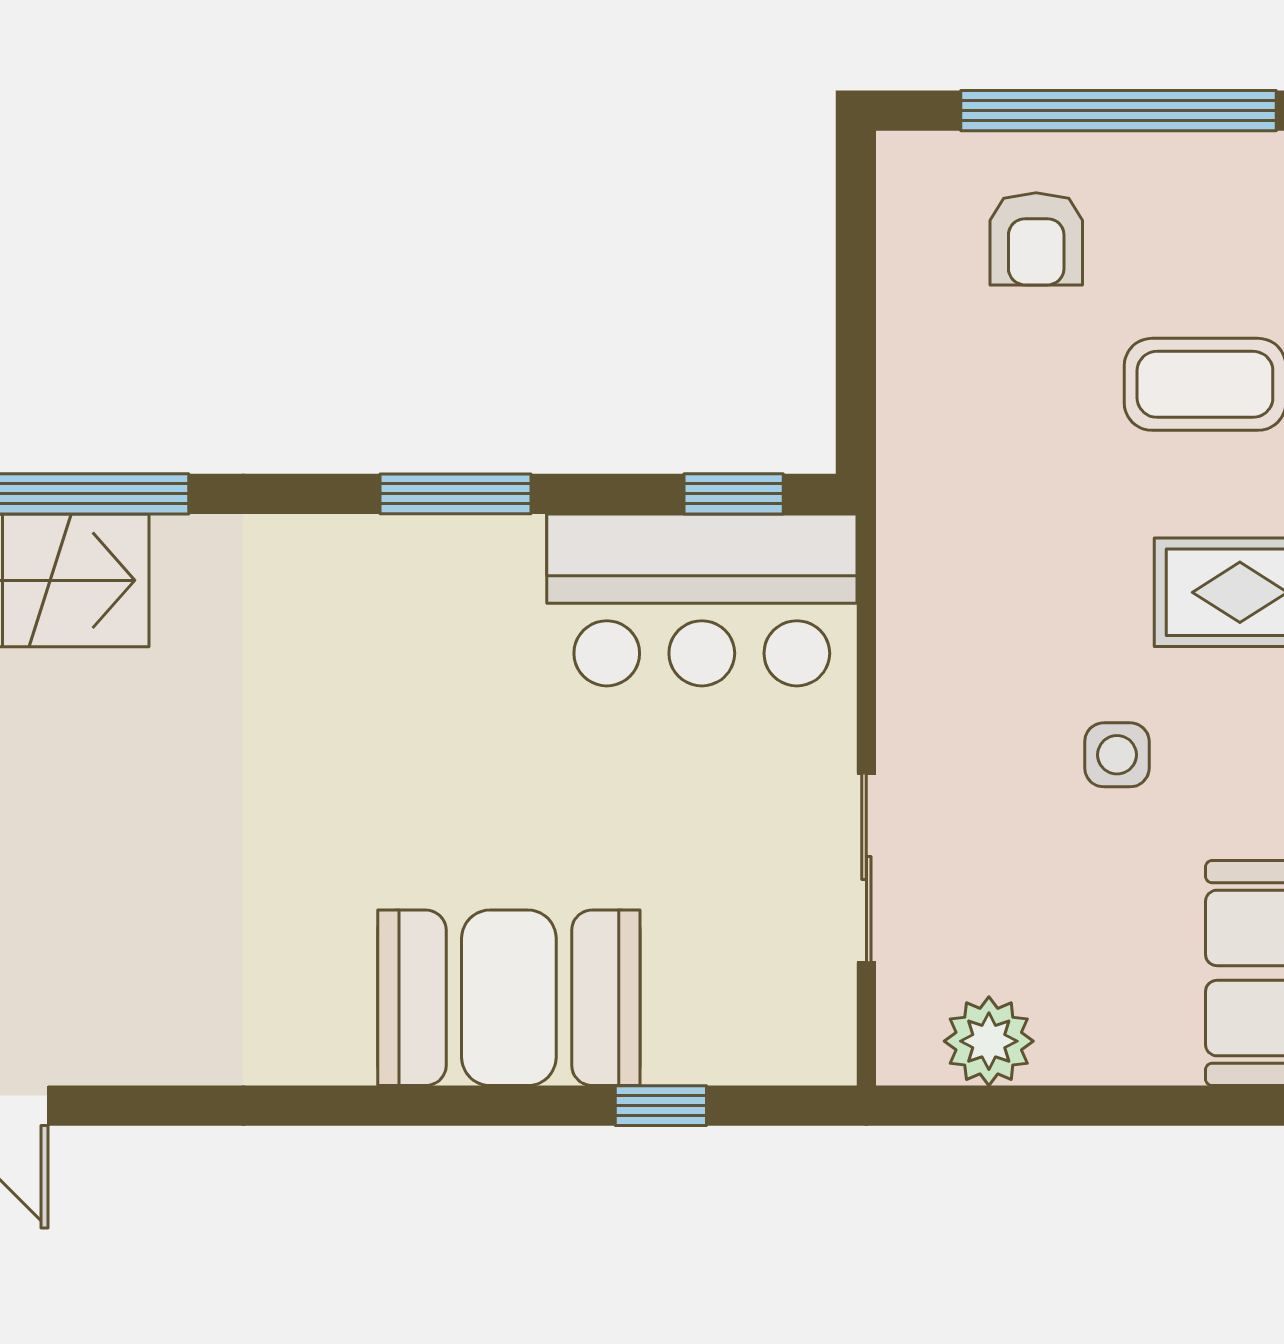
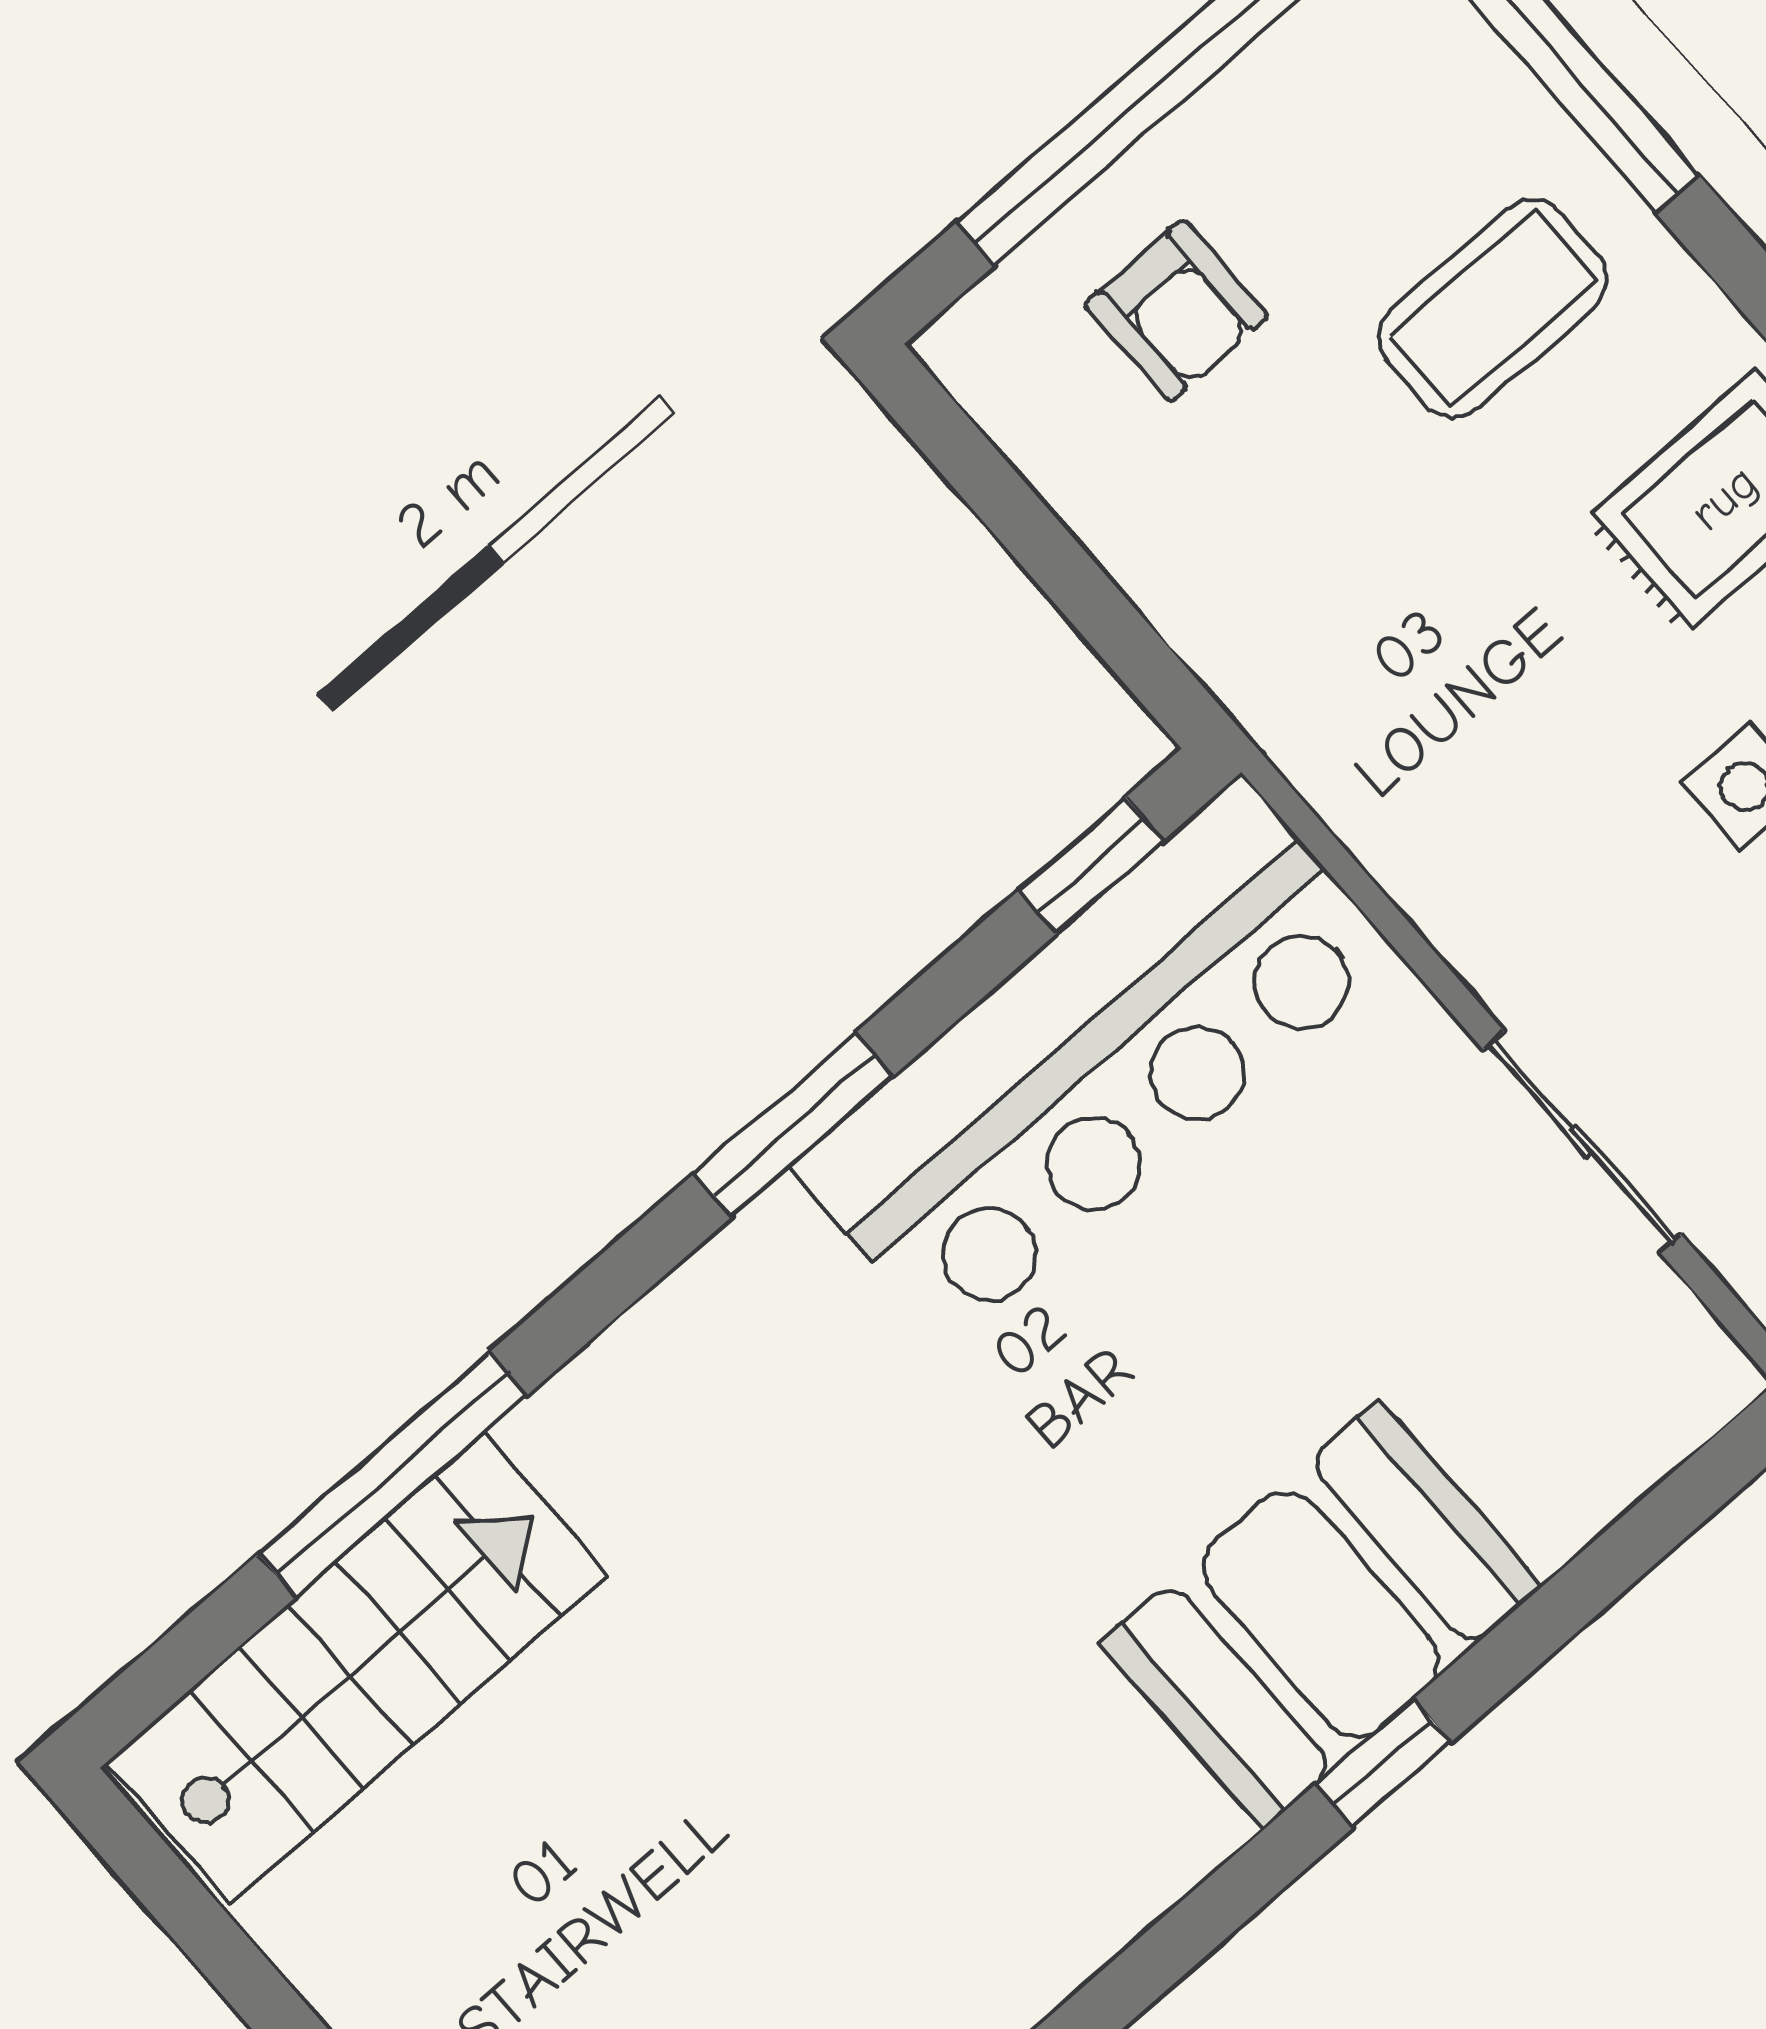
bar counter: (702, 600) -> (1095, 1061), width x1.36
window: (661, 1106) -> (1383, 1763), moved

